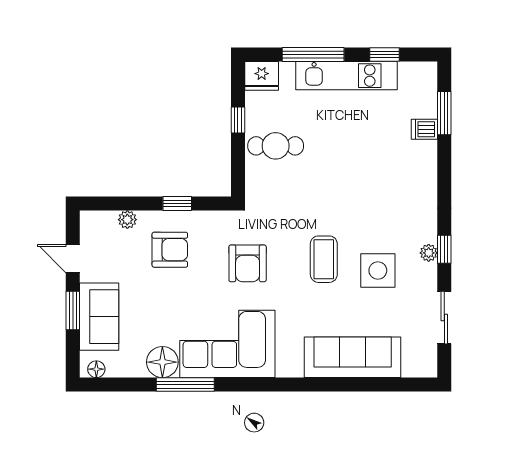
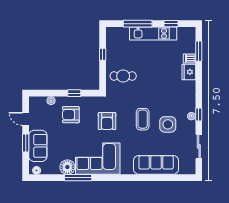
fridge: (262, 76) -> (189, 72), moved, turned 90
cafe table: (276, 146) -> (123, 76), moved
armchair: (170, 250) -> (71, 115), turned 180

